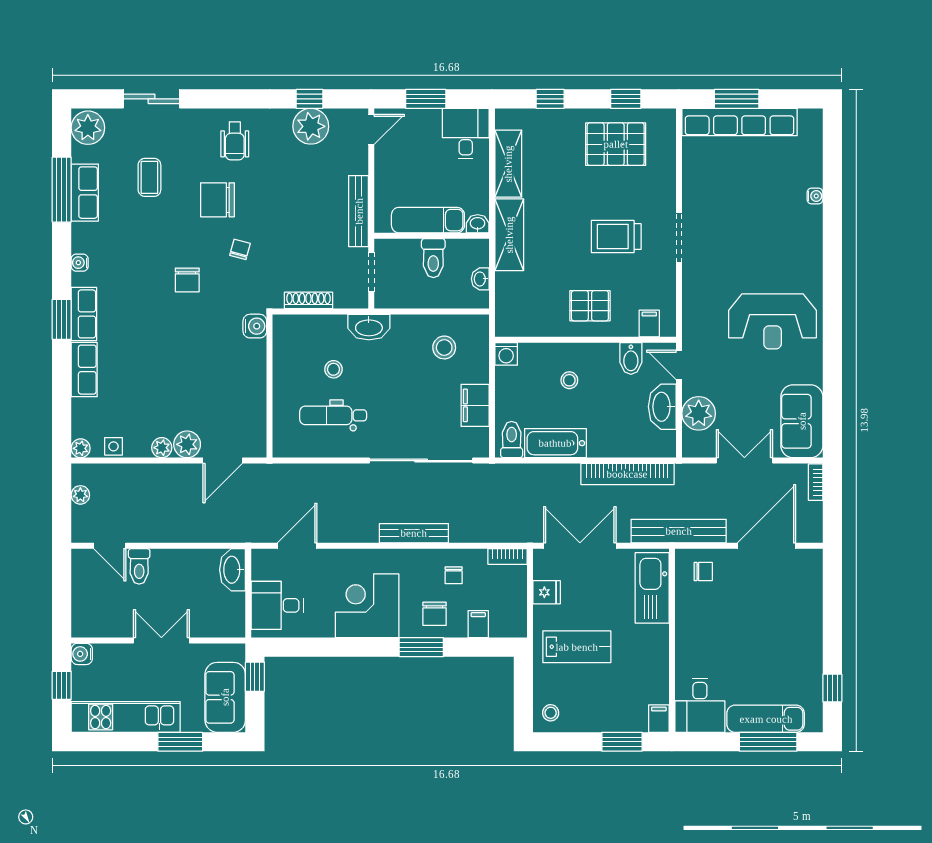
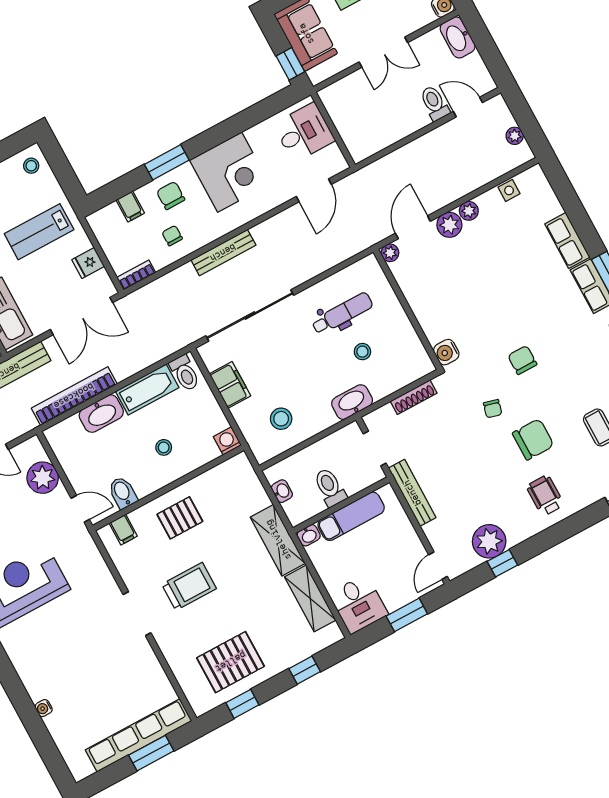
washbasin: (662, 407) -> (101, 414), moved, turned 90
plant: (81, 448) -> (390, 253), moved
washbasin: (233, 570) -> (458, 37), moved, turned 180

